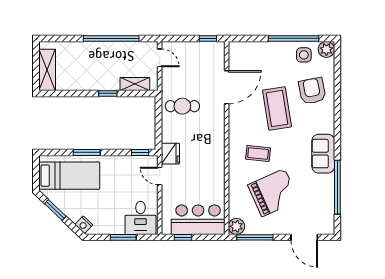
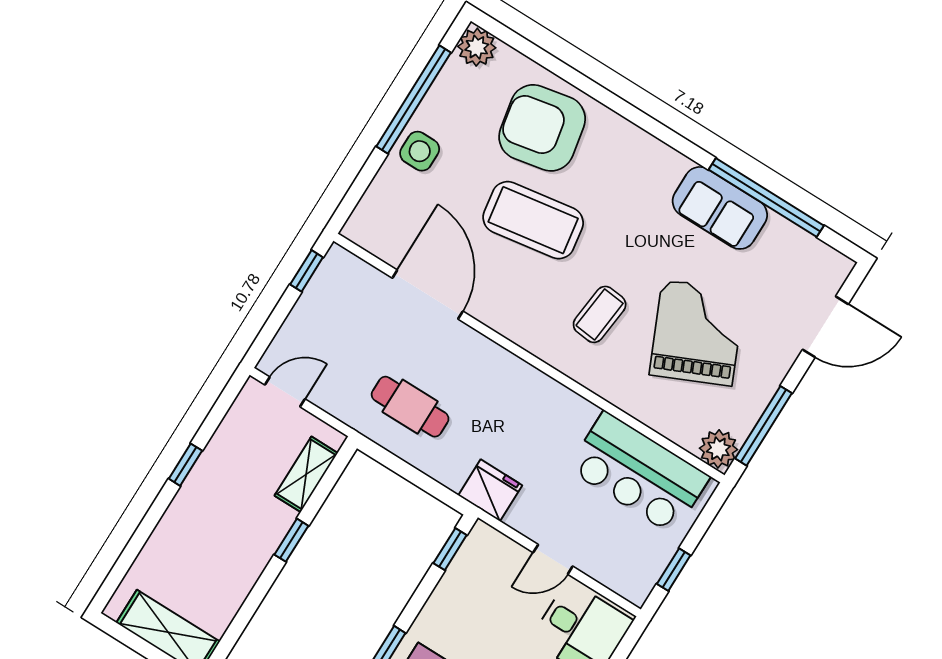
window: (111, 38) -> (185, 465), width x0.32
side table: (304, 55) -> (420, 151), moved
armchair: (312, 91) -> (542, 128), width x1.36, depth x1.36
cafe table: (182, 106) -> (410, 407), turned 90
sofa: (323, 154) -> (720, 208), moved
door: (160, 176) -> (553, 559), moved
bar counter: (198, 220) -> (639, 473), moved, turned -90

